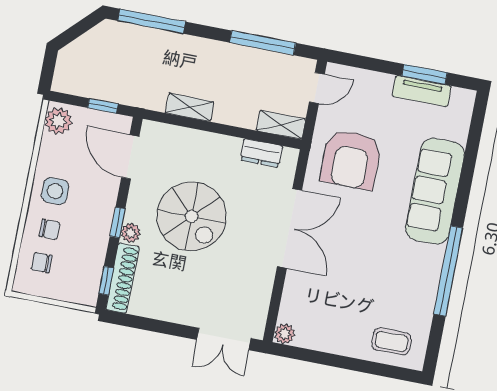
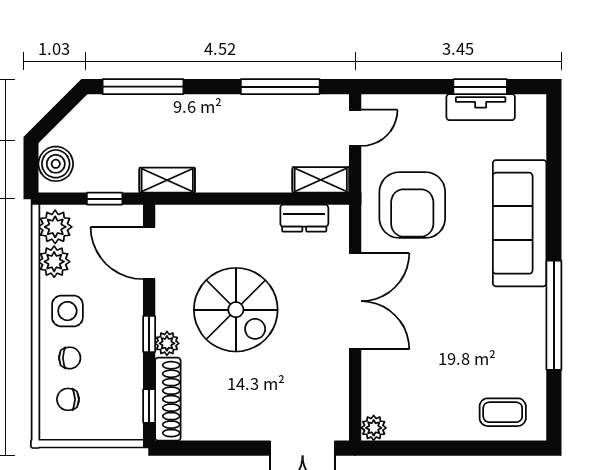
boiler: (69, 70) -> (56, 164), added
shelving: (190, 107) -> (167, 180), moved
plant: (52, 149) -> (54, 262), added

